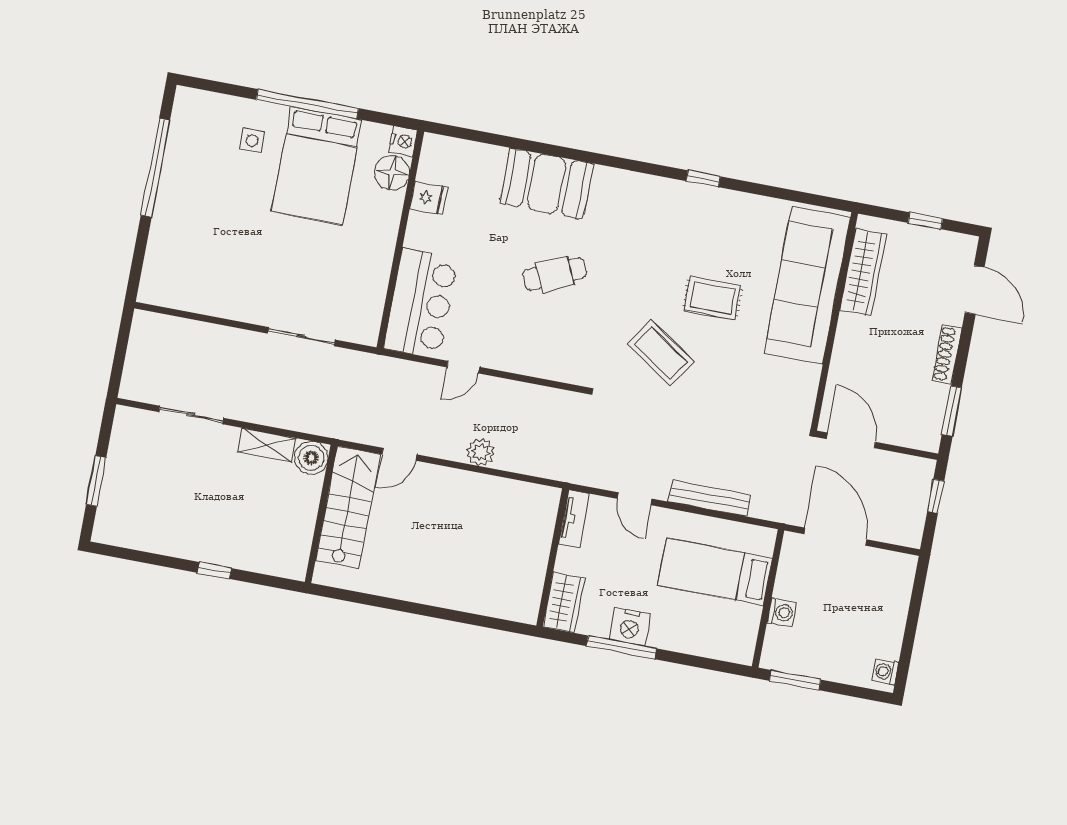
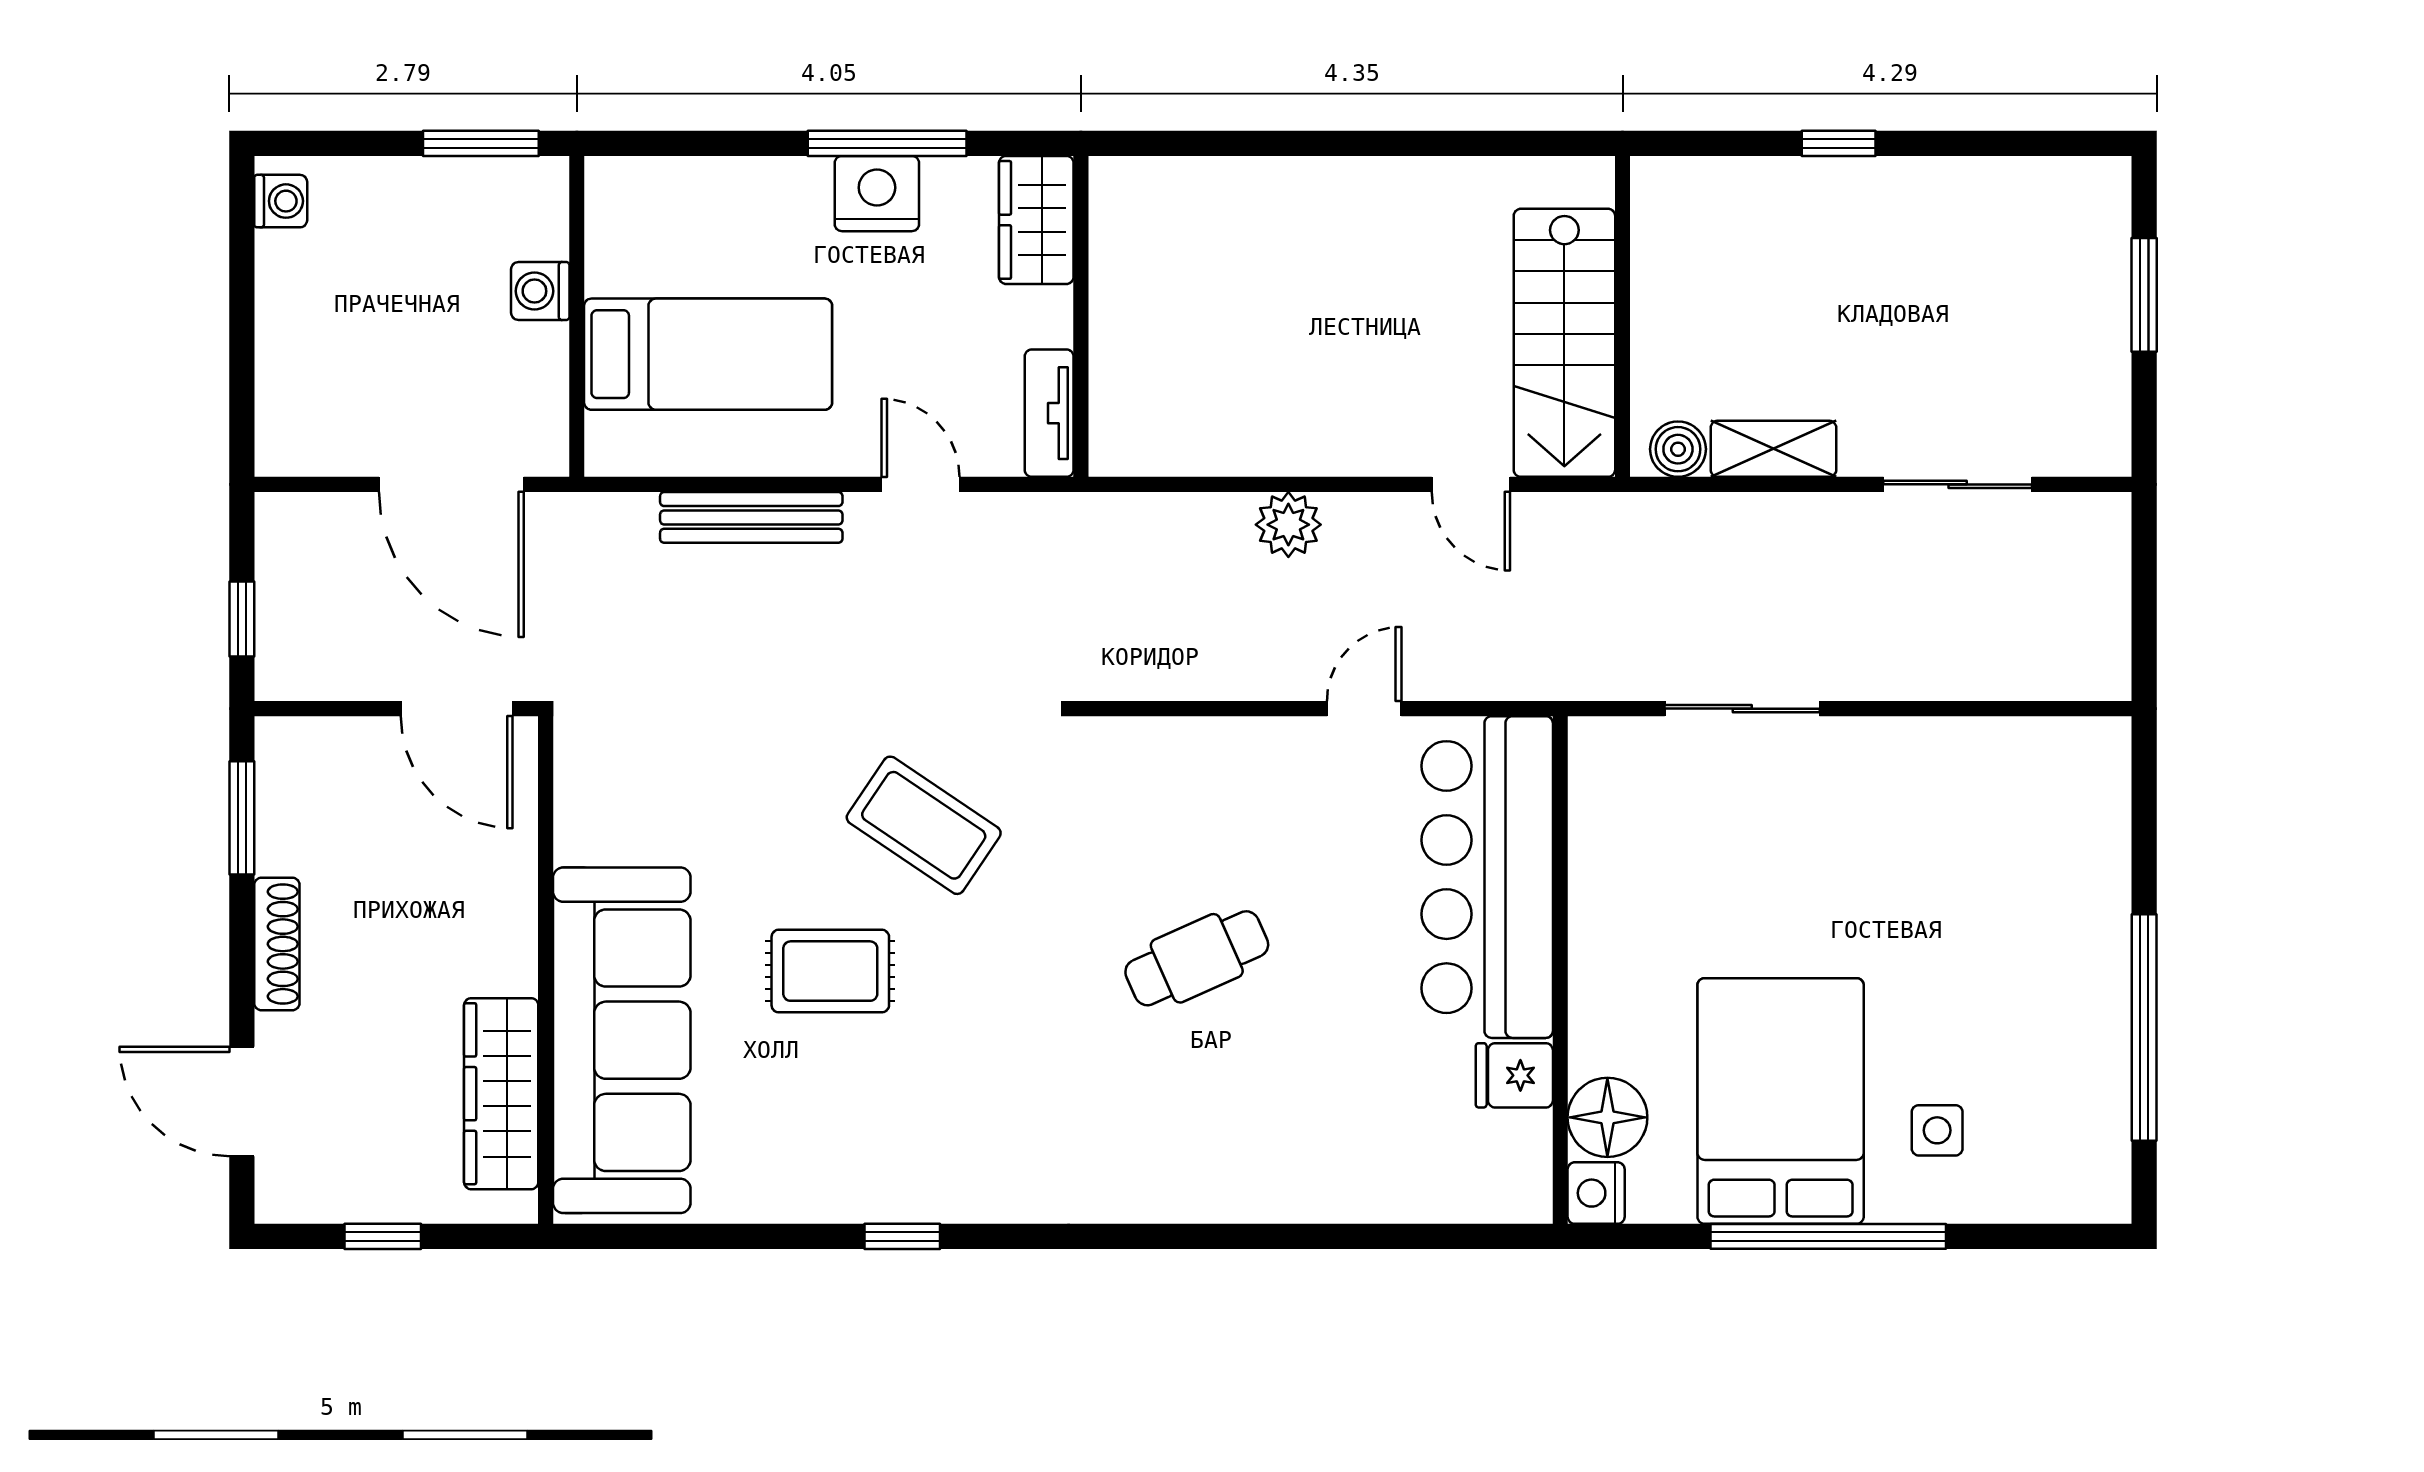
booth: (546, 184) -> (1254, 1158), removed
bar counter: (421, 303) -> (1487, 877), width x1.36
door: (399, 454) -> (1471, 484), swing flipped
boiler: (311, 458) -> (1678, 449), width x0.73, depth x0.73

